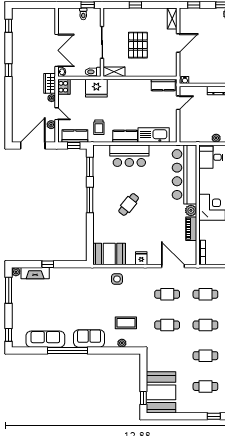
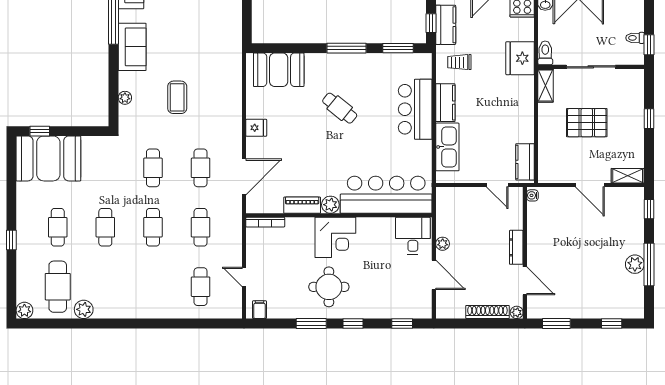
booth: (109, 254) -> (279, 70), moved, turned 90
side table: (117, 279) -> (224, 90), removed
coffee table: (126, 323) -> (177, 97), moved

